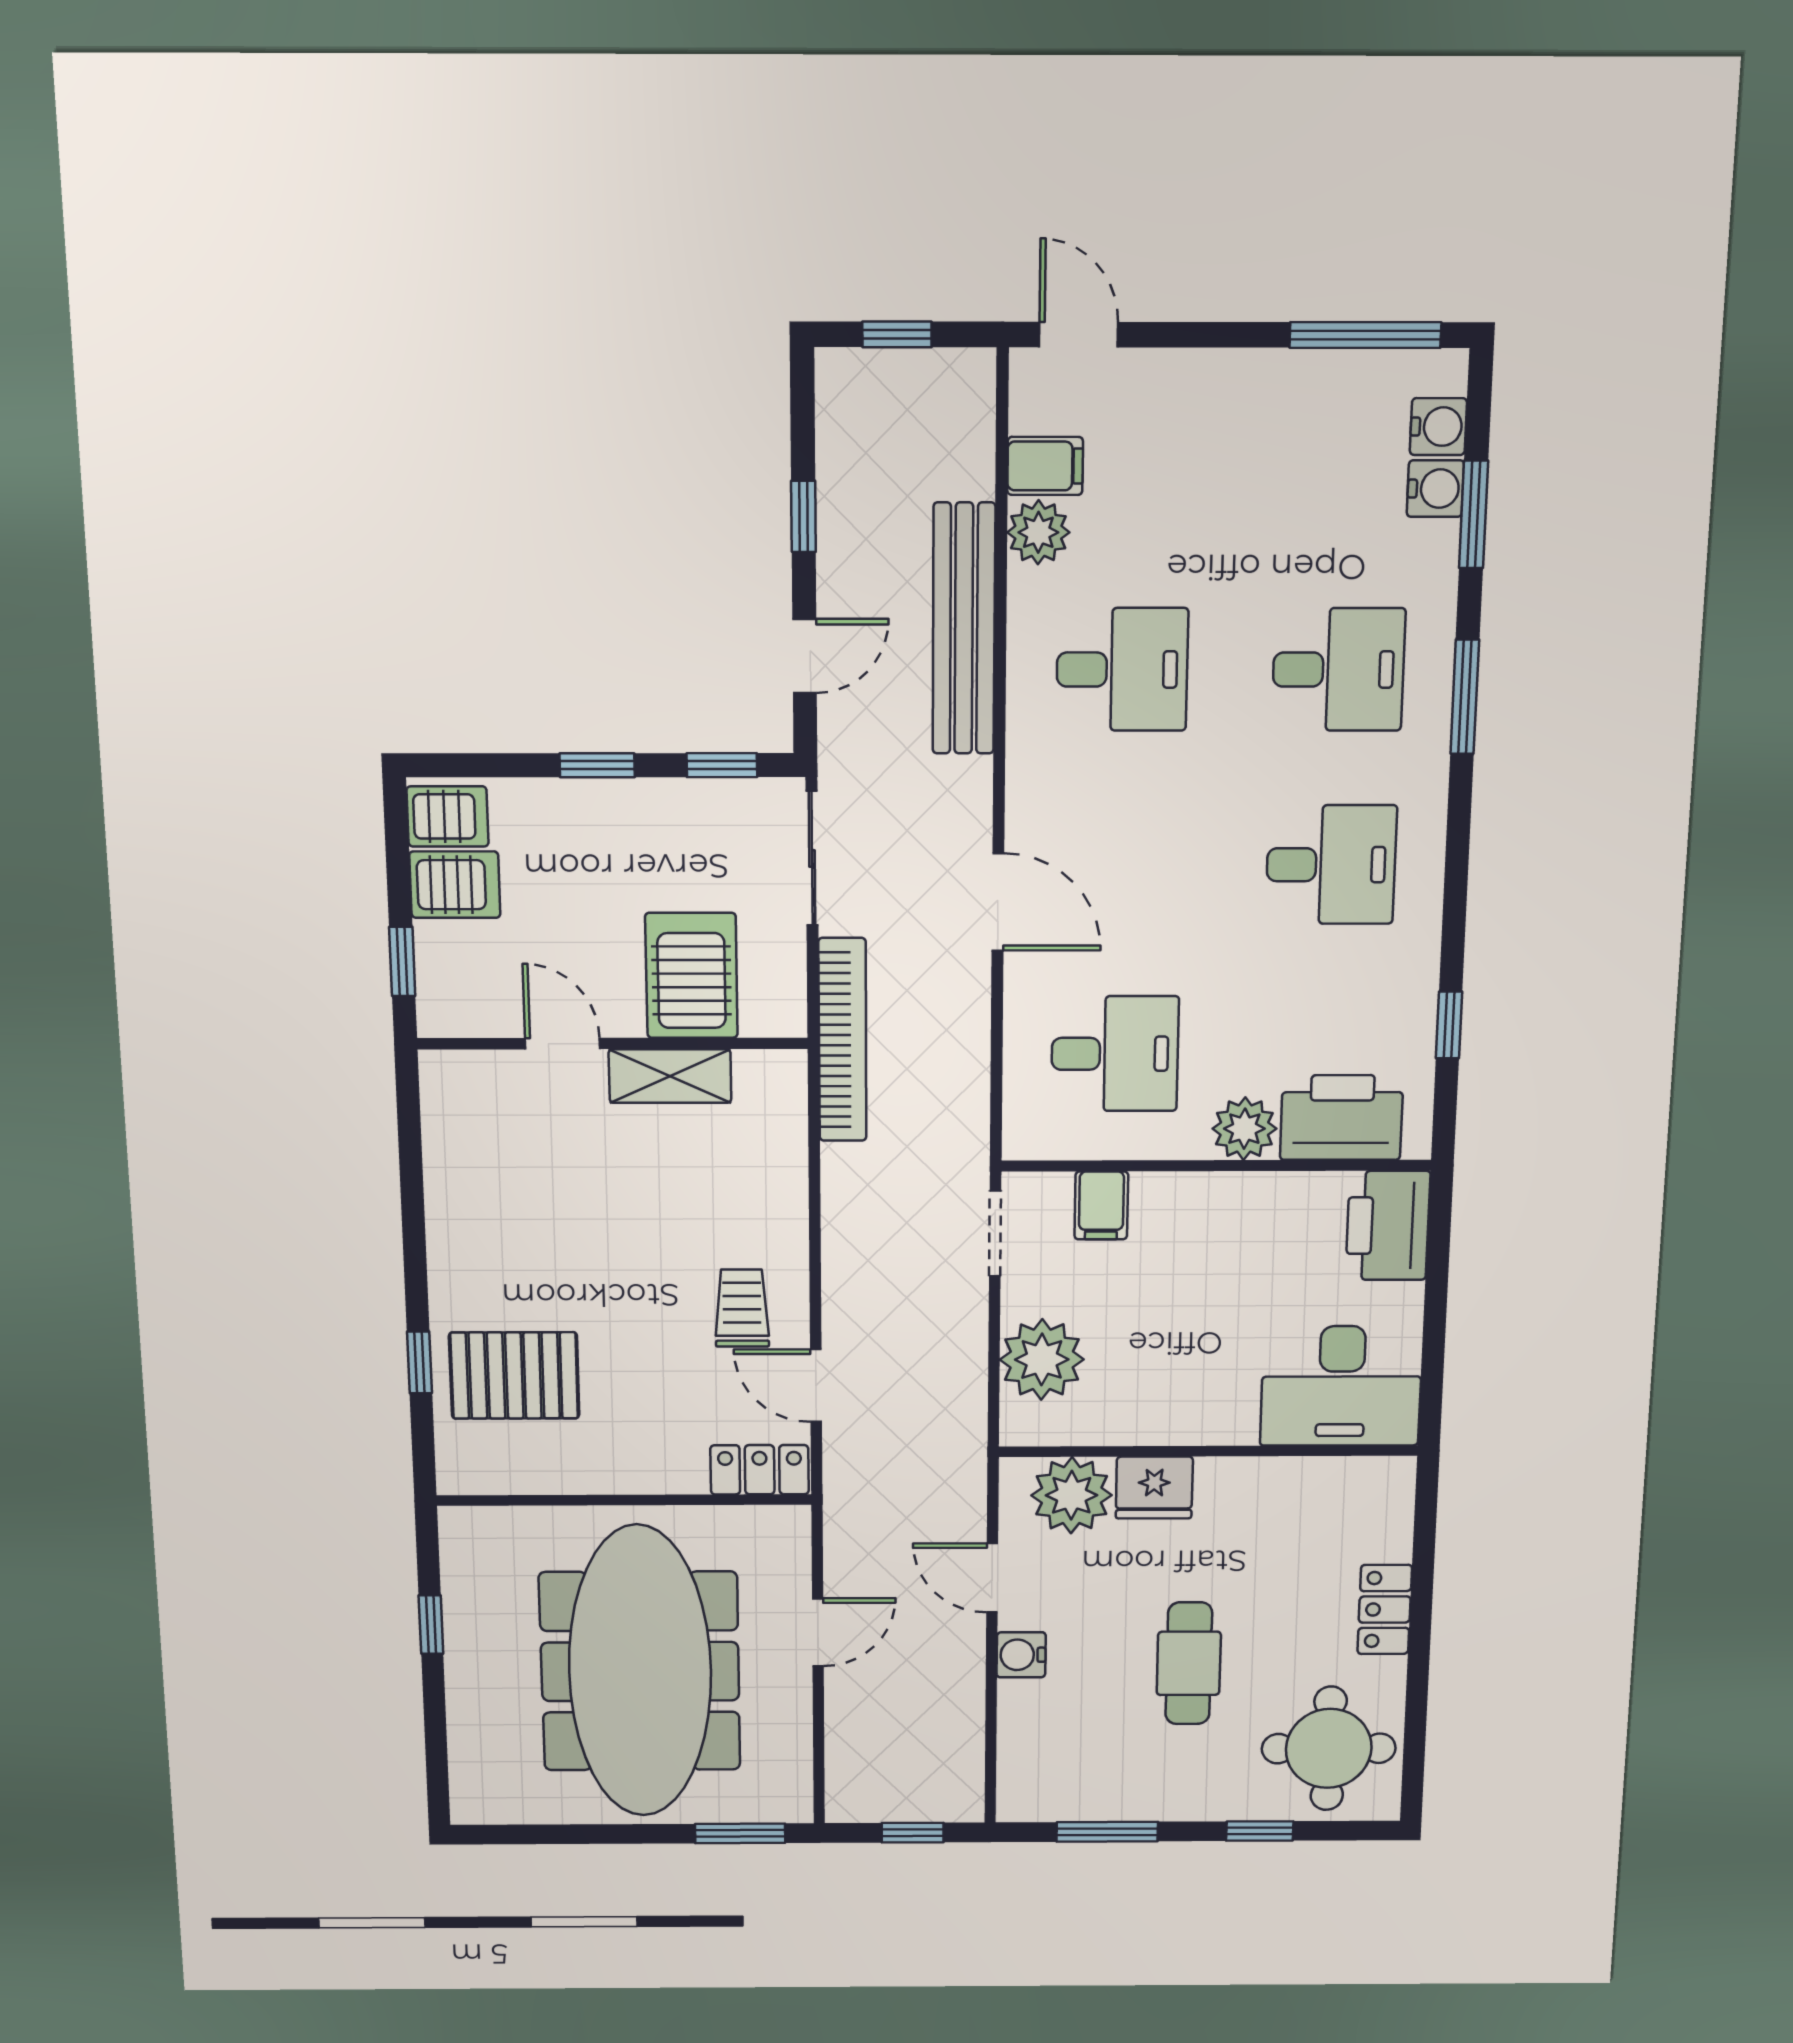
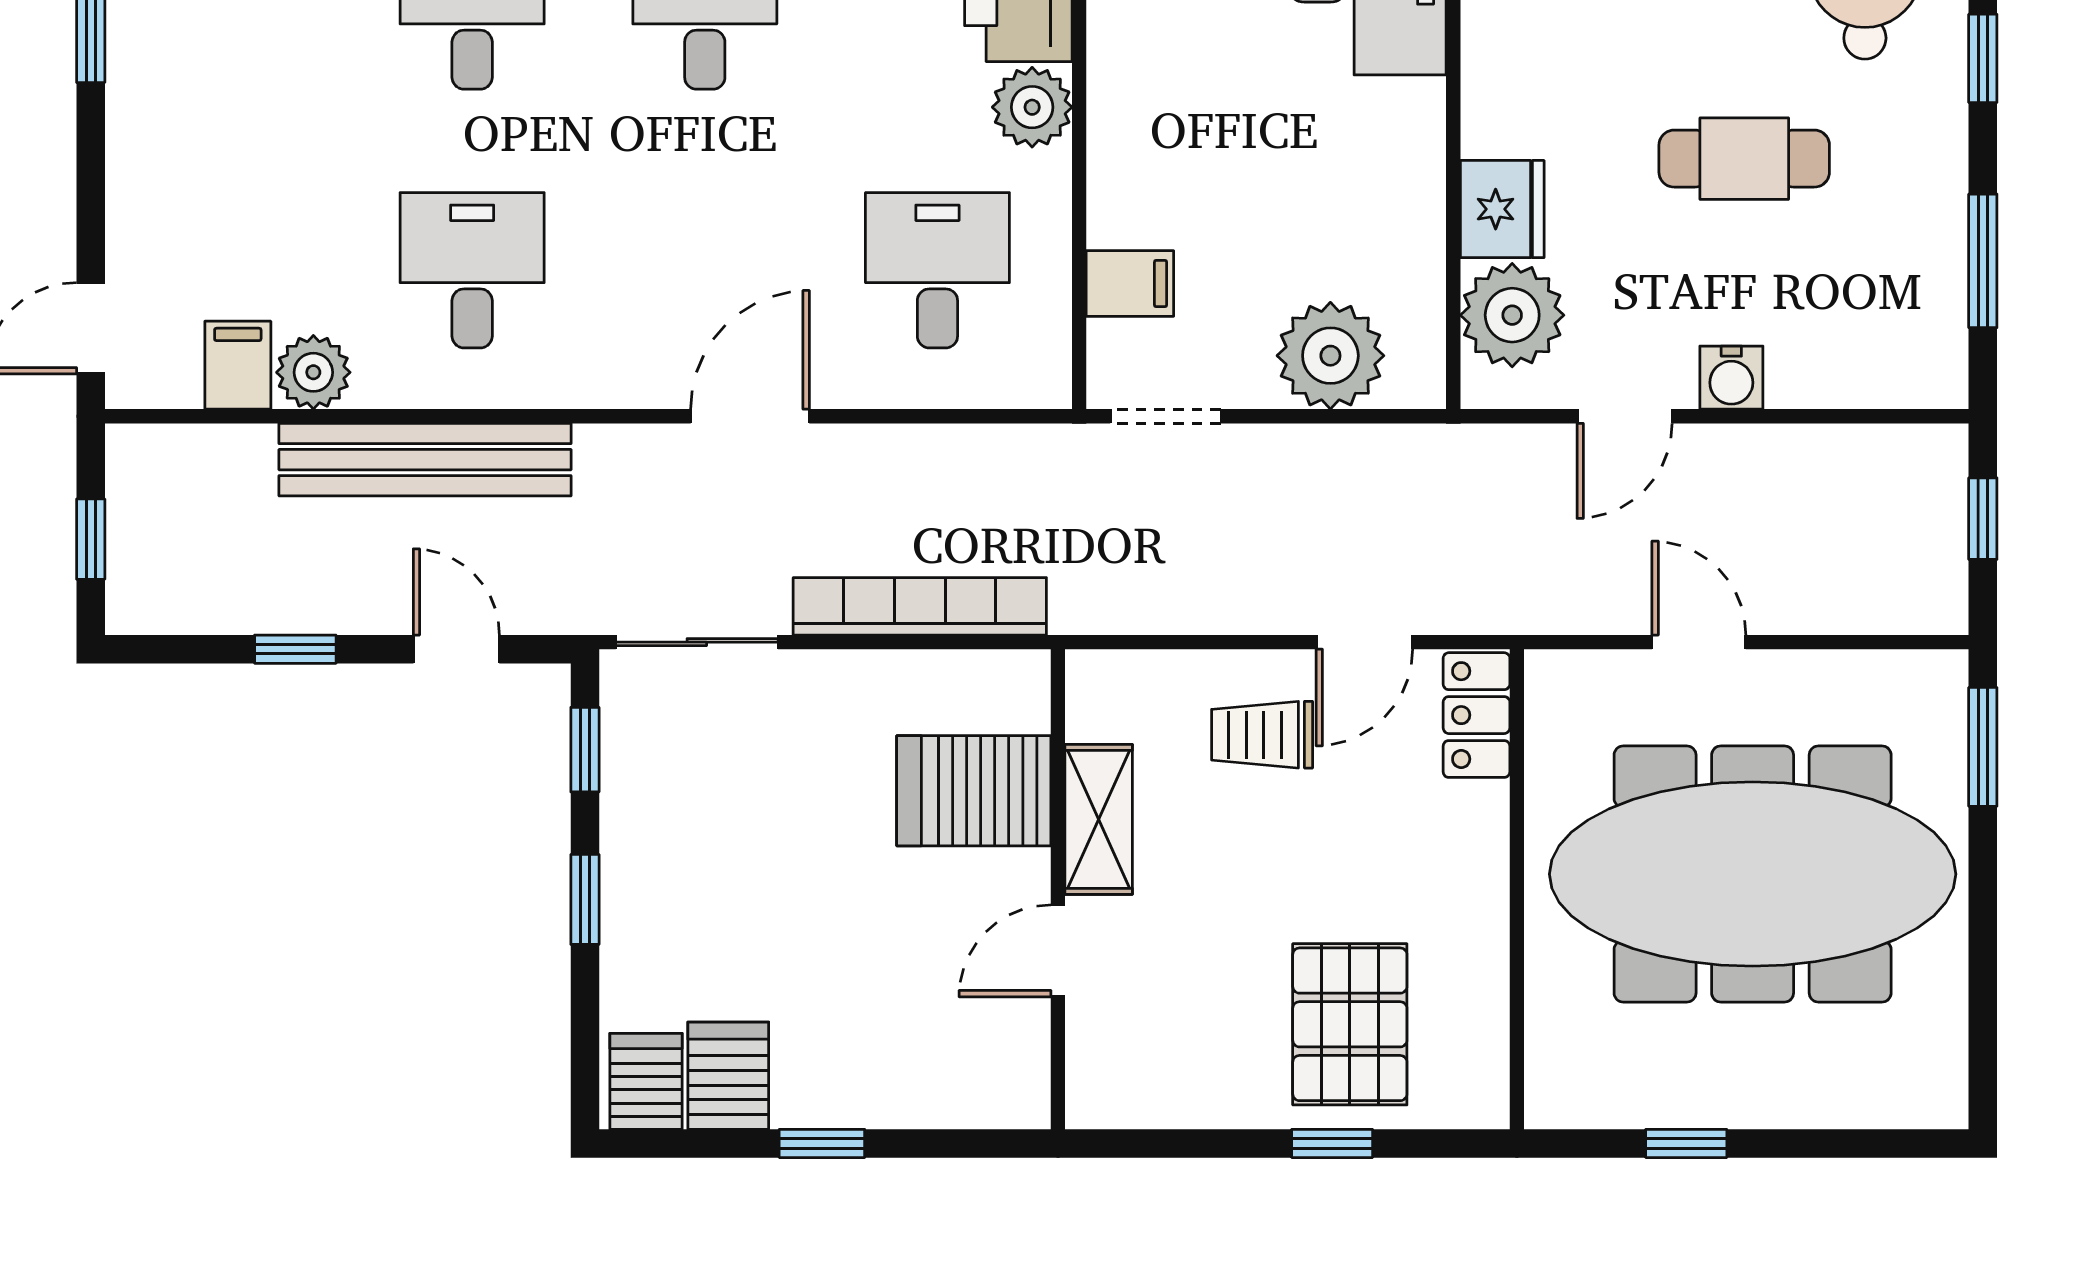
server rack: (691, 976) -> (974, 791), moved
door: (562, 1044) -> (1058, 951), moved
wall: (613, 1044) -> (1058, 889), moved
shelving: (670, 1076) -> (1099, 819), moved

